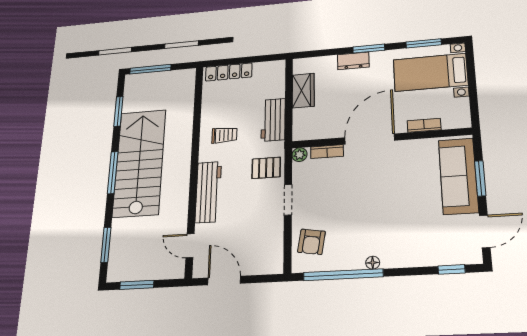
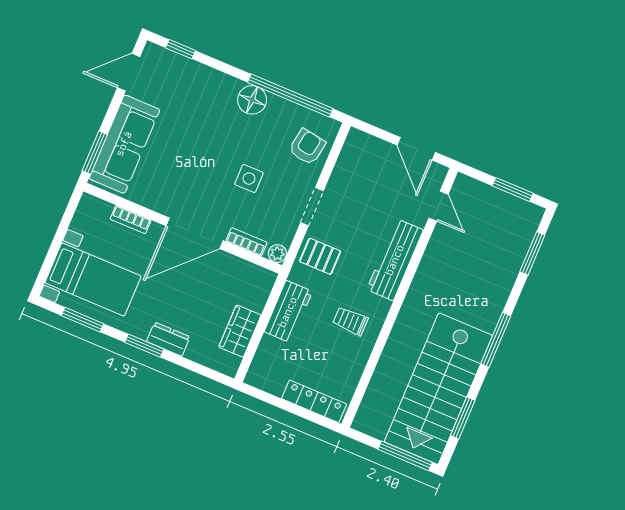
stairs: (139, 163) -> (438, 389), moved
window: (480, 178) -> (95, 153), moved
side table: (347, 197) -> (249, 179), added
floor lamp: (373, 263) -> (252, 100), width x1.89, depth x1.89

